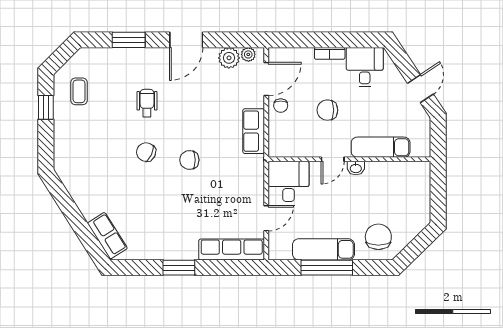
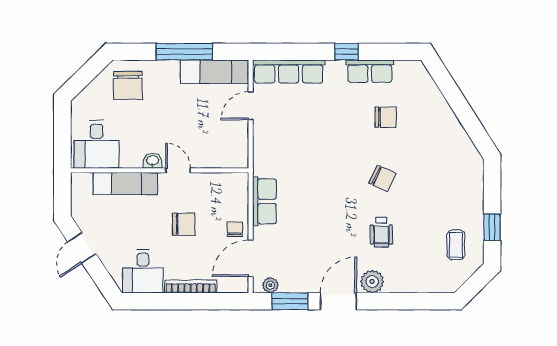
window: (129, 40) -> (290, 301), moved
bookcase: (330, 53) -> (191, 286), width x1.56
plant: (229, 58) -> (372, 282), moved
door: (333, 159) -> (178, 170), hinge flipped
chair: (189, 160) -> (386, 117), moved
desk: (289, 183) -> (96, 144), moved
row of seats: (107, 236) -> (370, 71), moved, turned -58
exam couch: (323, 249) -> (214, 72), moved
window: (179, 268) -> (346, 52), width x0.67

